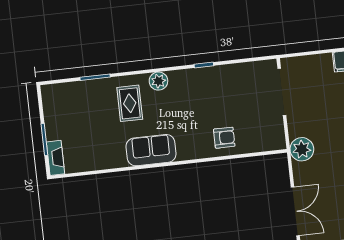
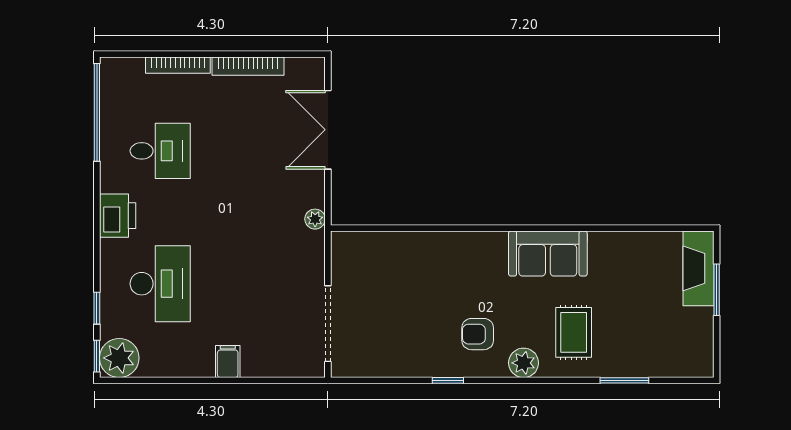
armchair: (224, 138) -> (478, 334), moved
plant: (302, 149) -> (315, 219), width x0.53, depth x0.53
fireplace: (55, 158) -> (699, 268), width x1.37, depth x1.32

